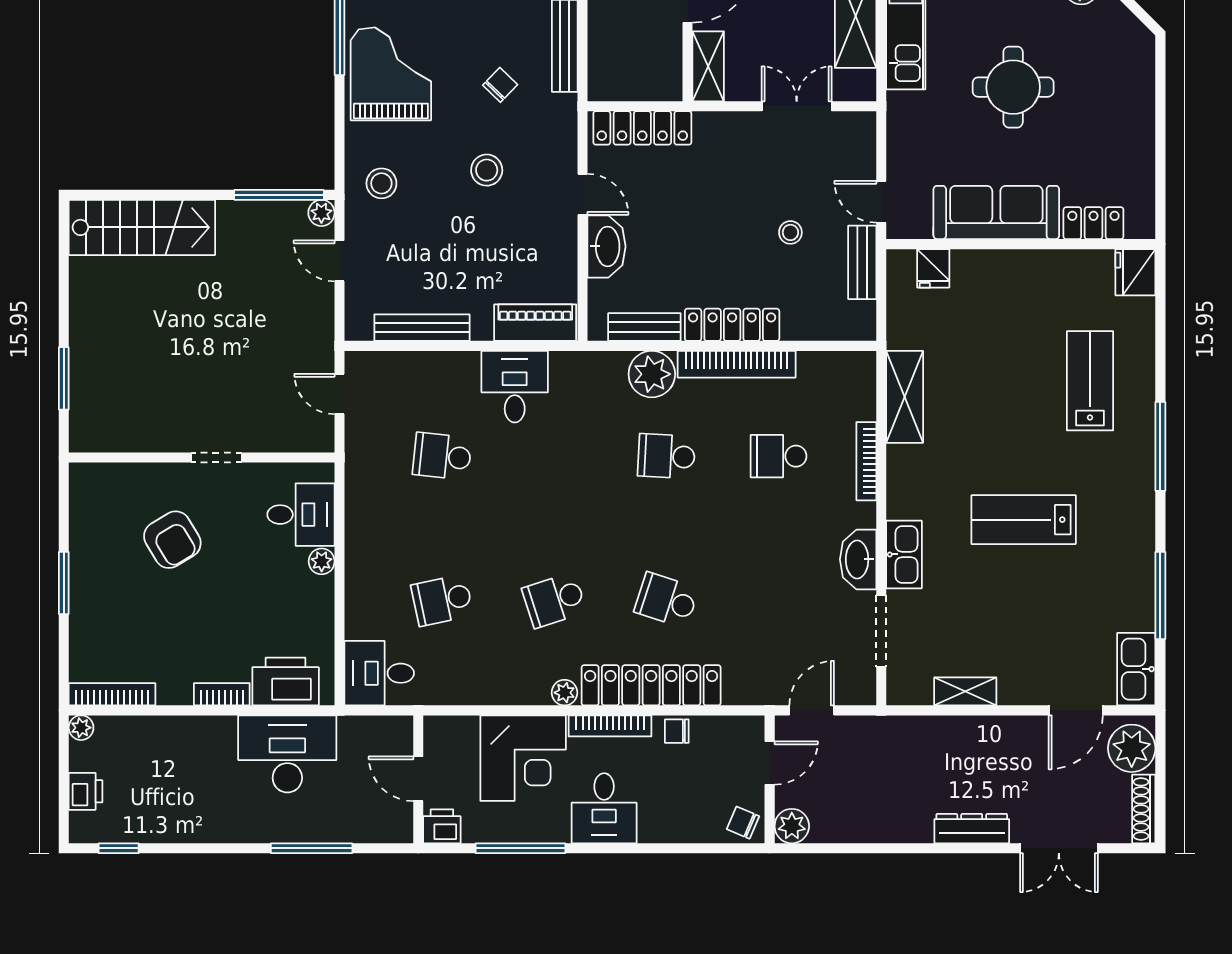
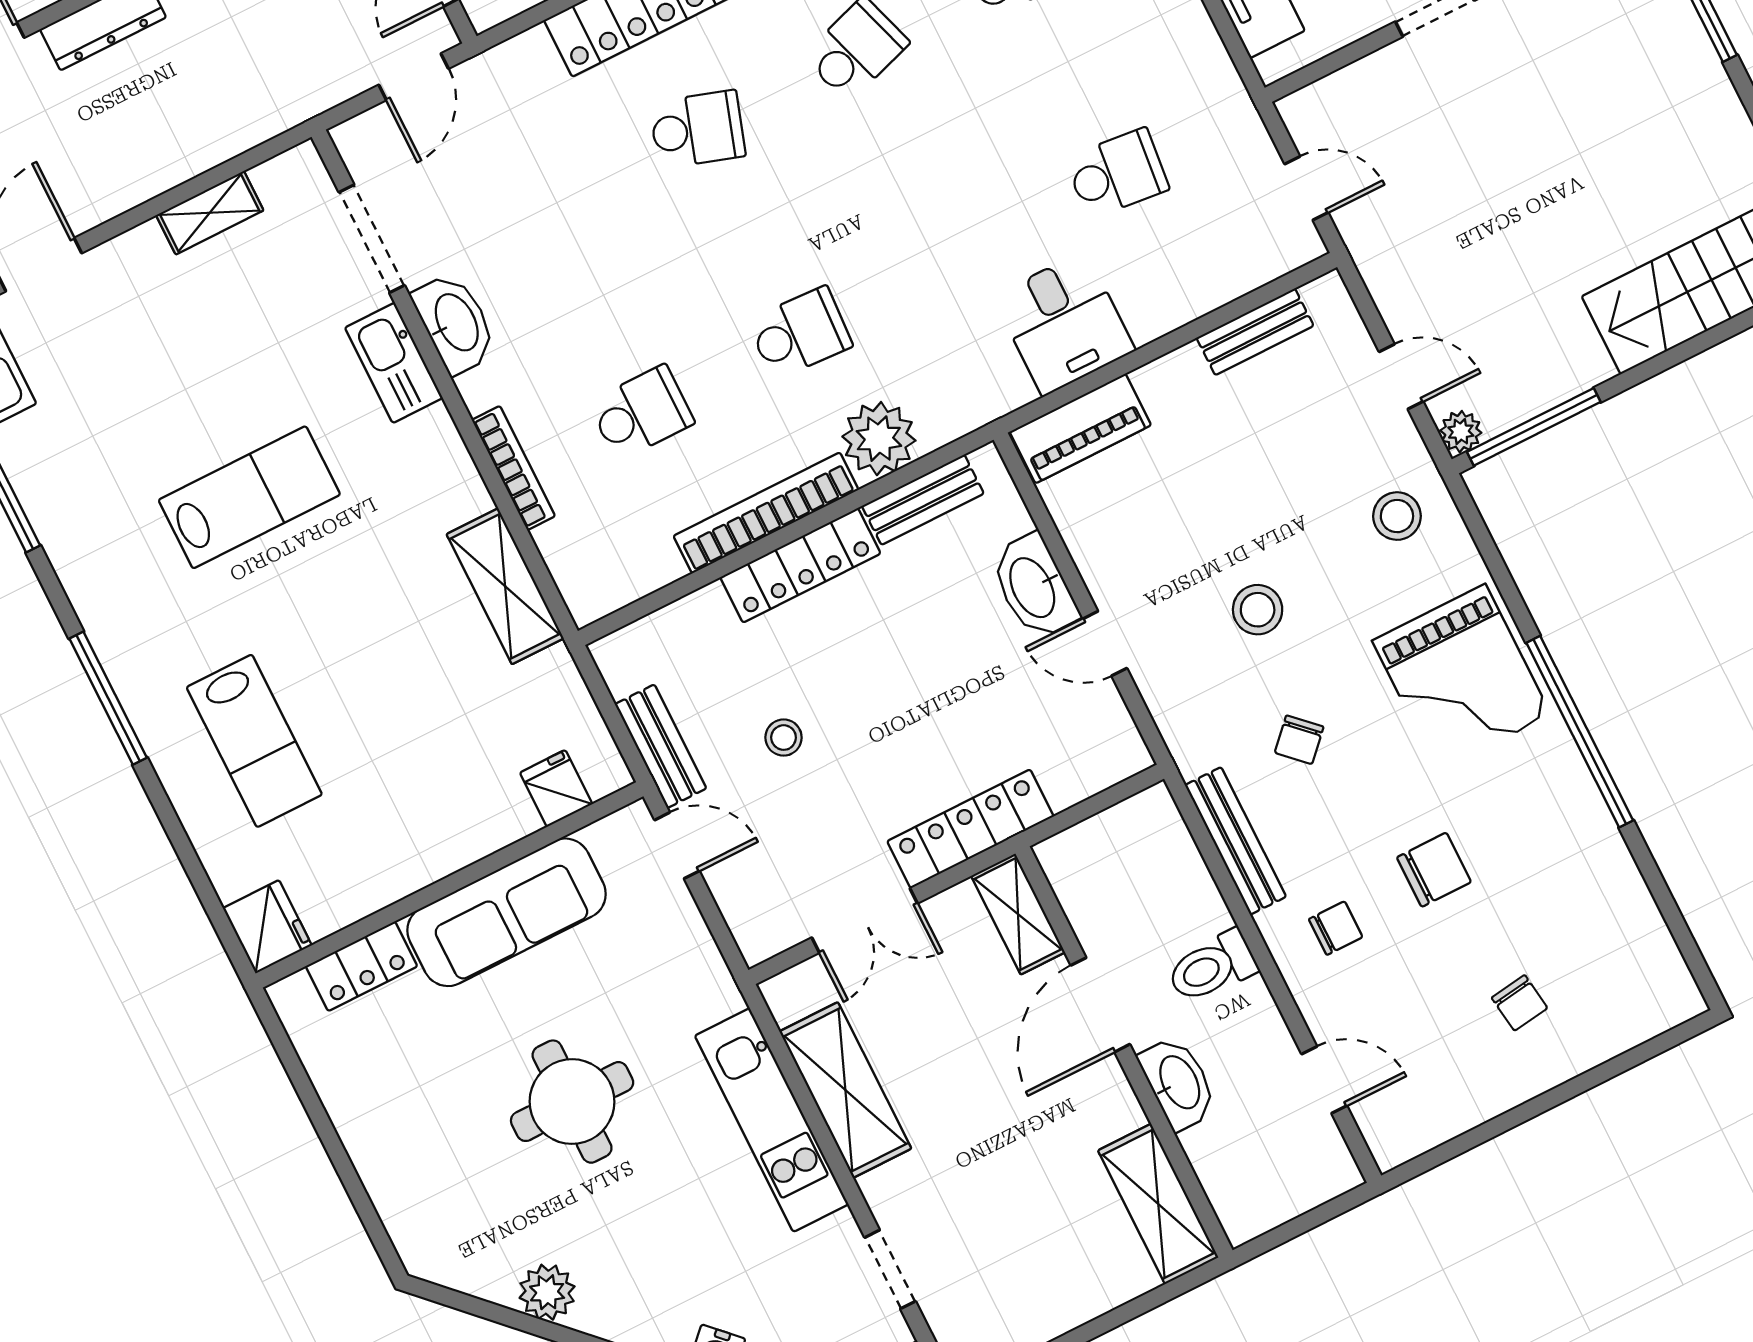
locker: (642, 128) -> (970, 829), moved
bench: (422, 328) -> (1255, 332), width x0.73

